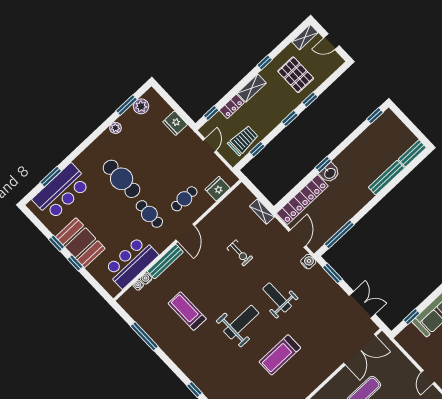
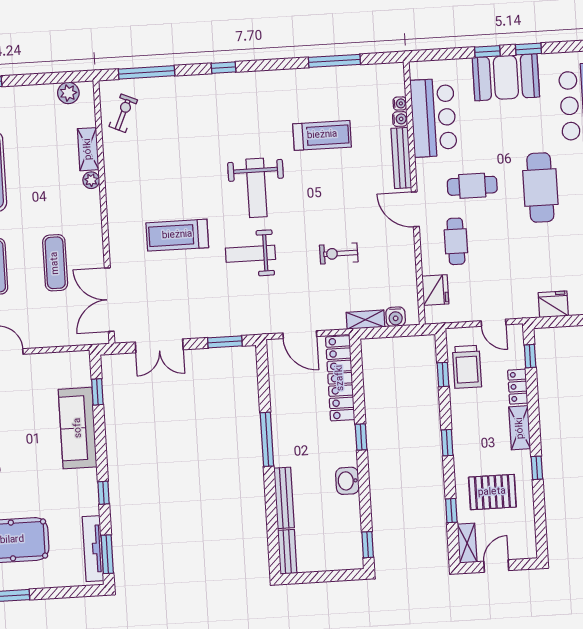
shelving: (305, 37) -> (467, 543), moved
window: (310, 100) -> (451, 511), moved
washbasin: (330, 173) -> (347, 481), moved
cafe table: (122, 179) -> (540, 187), turned 90
window: (339, 234) -> (267, 439), moved
water cooler: (308, 262) -> (396, 317), moved
weight bench: (277, 297) -> (250, 254), turned 180
treadmill: (280, 355) -> (177, 235), moved, turned -90

